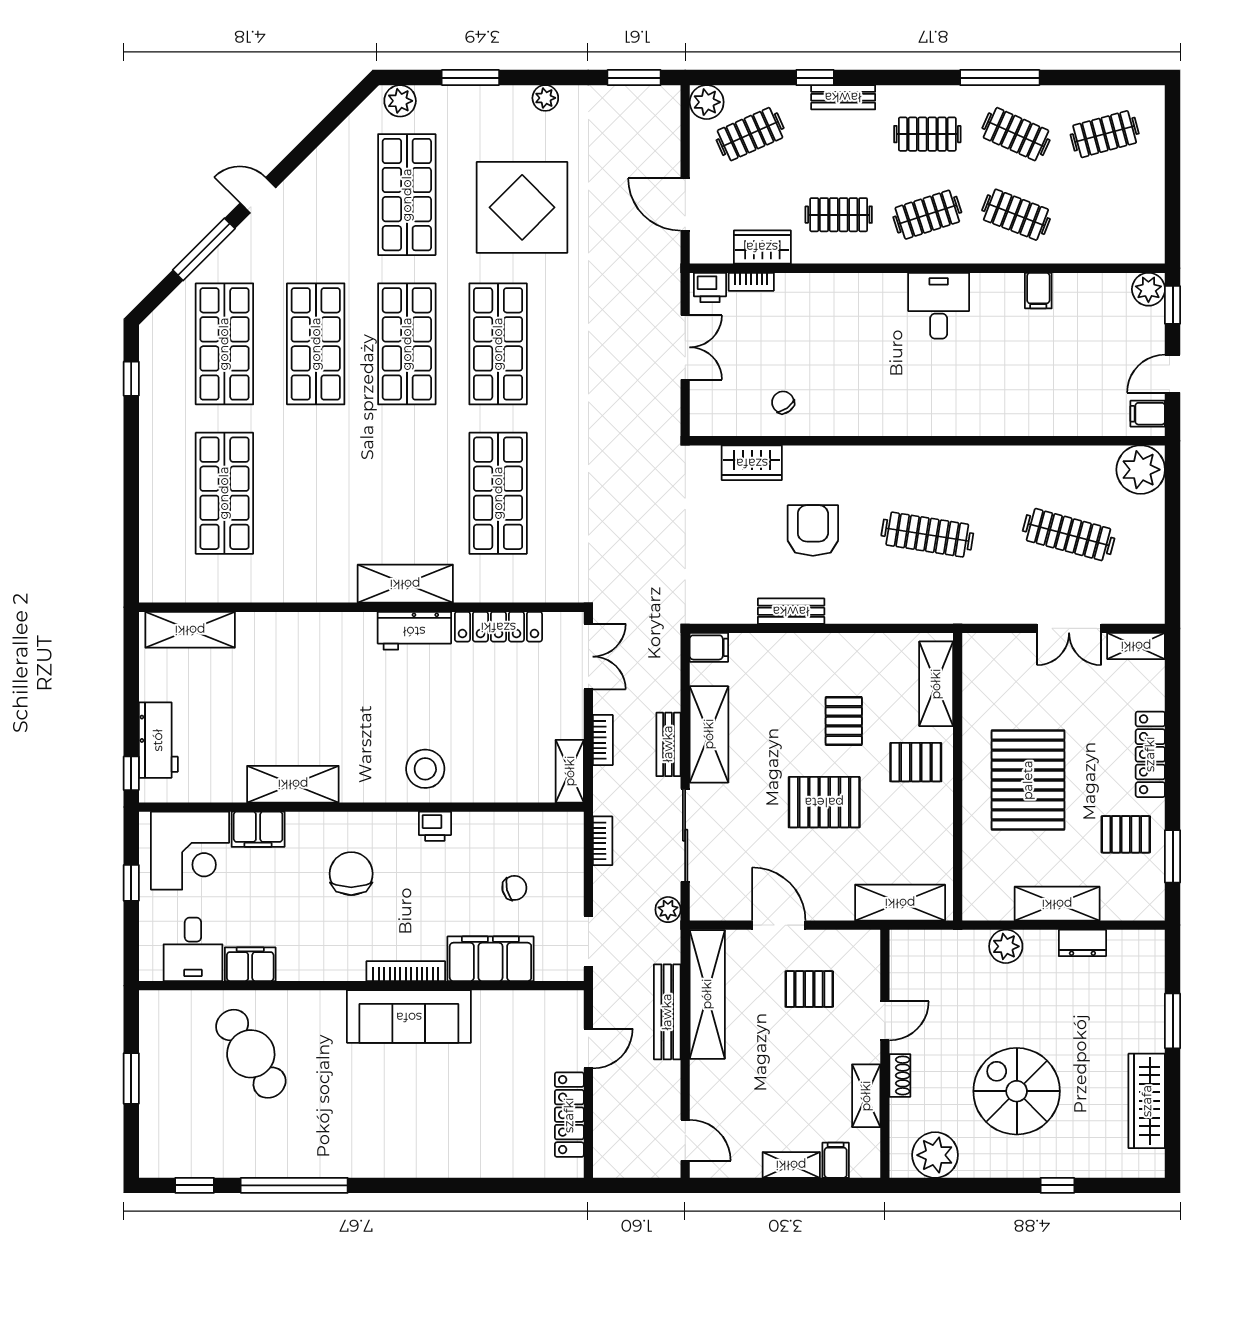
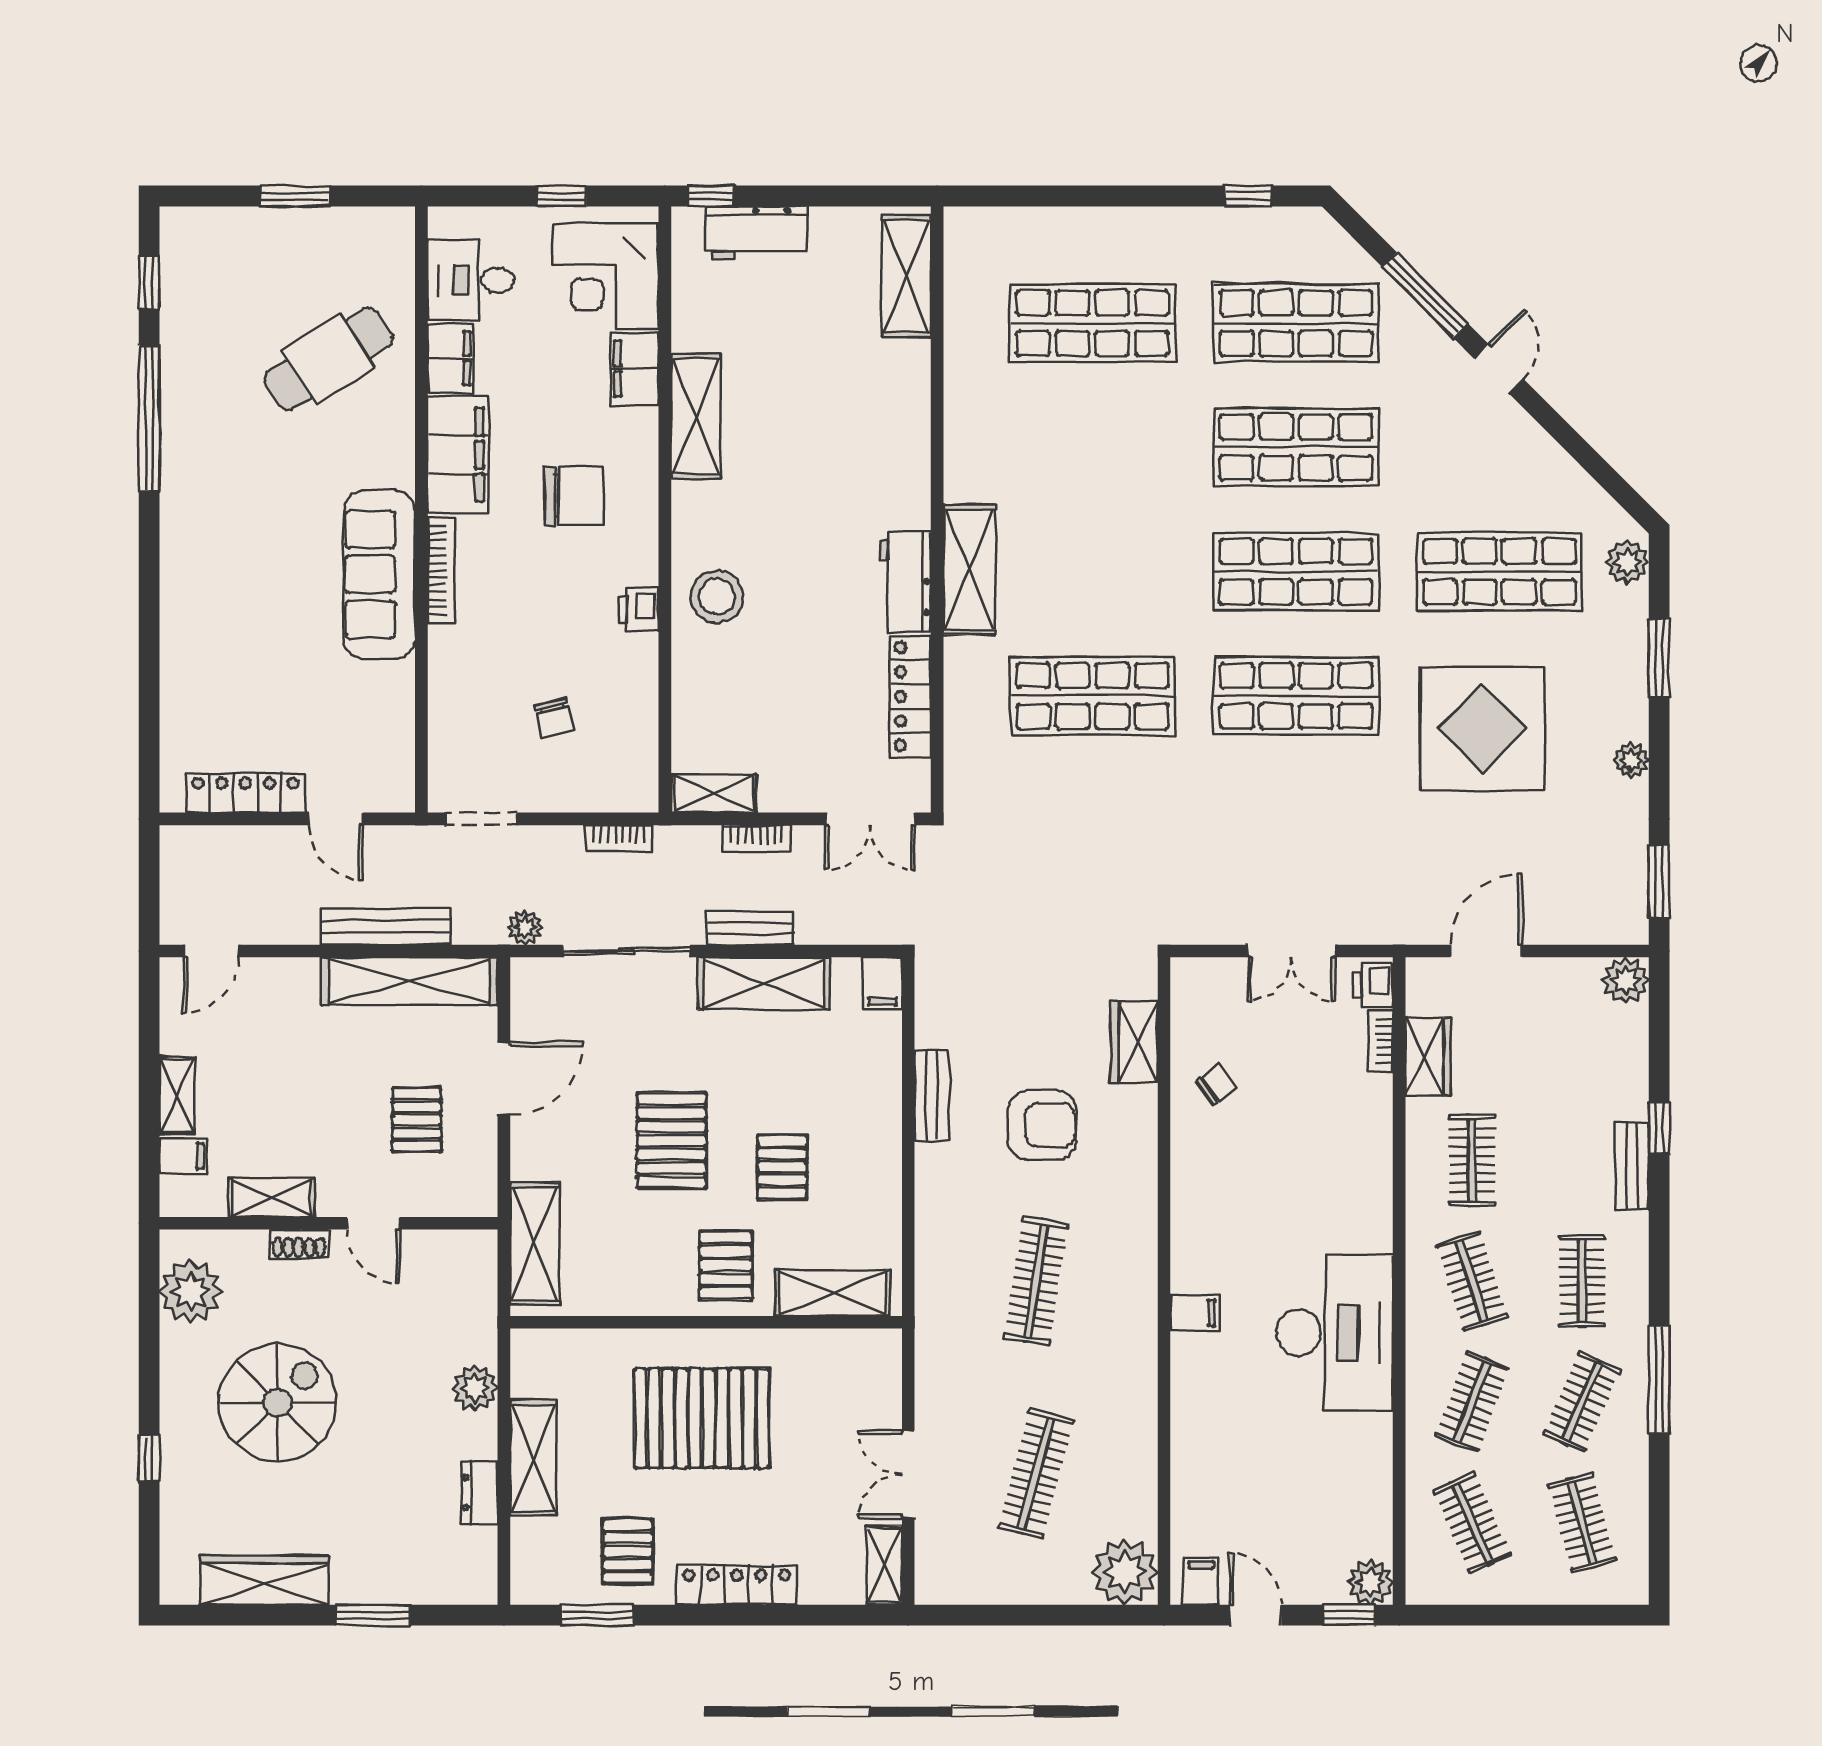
clothes rail: (750, 134) -> (1472, 1523), moved
filing cabinet: (1038, 291) -> (1195, 1313), moved, turned 180
desk: (939, 306) -> (1335, 1333), width x1.87, depth x1.30
pallet: (844, 721) -> (782, 1167), turned 90
filing cabinet: (490, 959) -> (458, 455), moved

